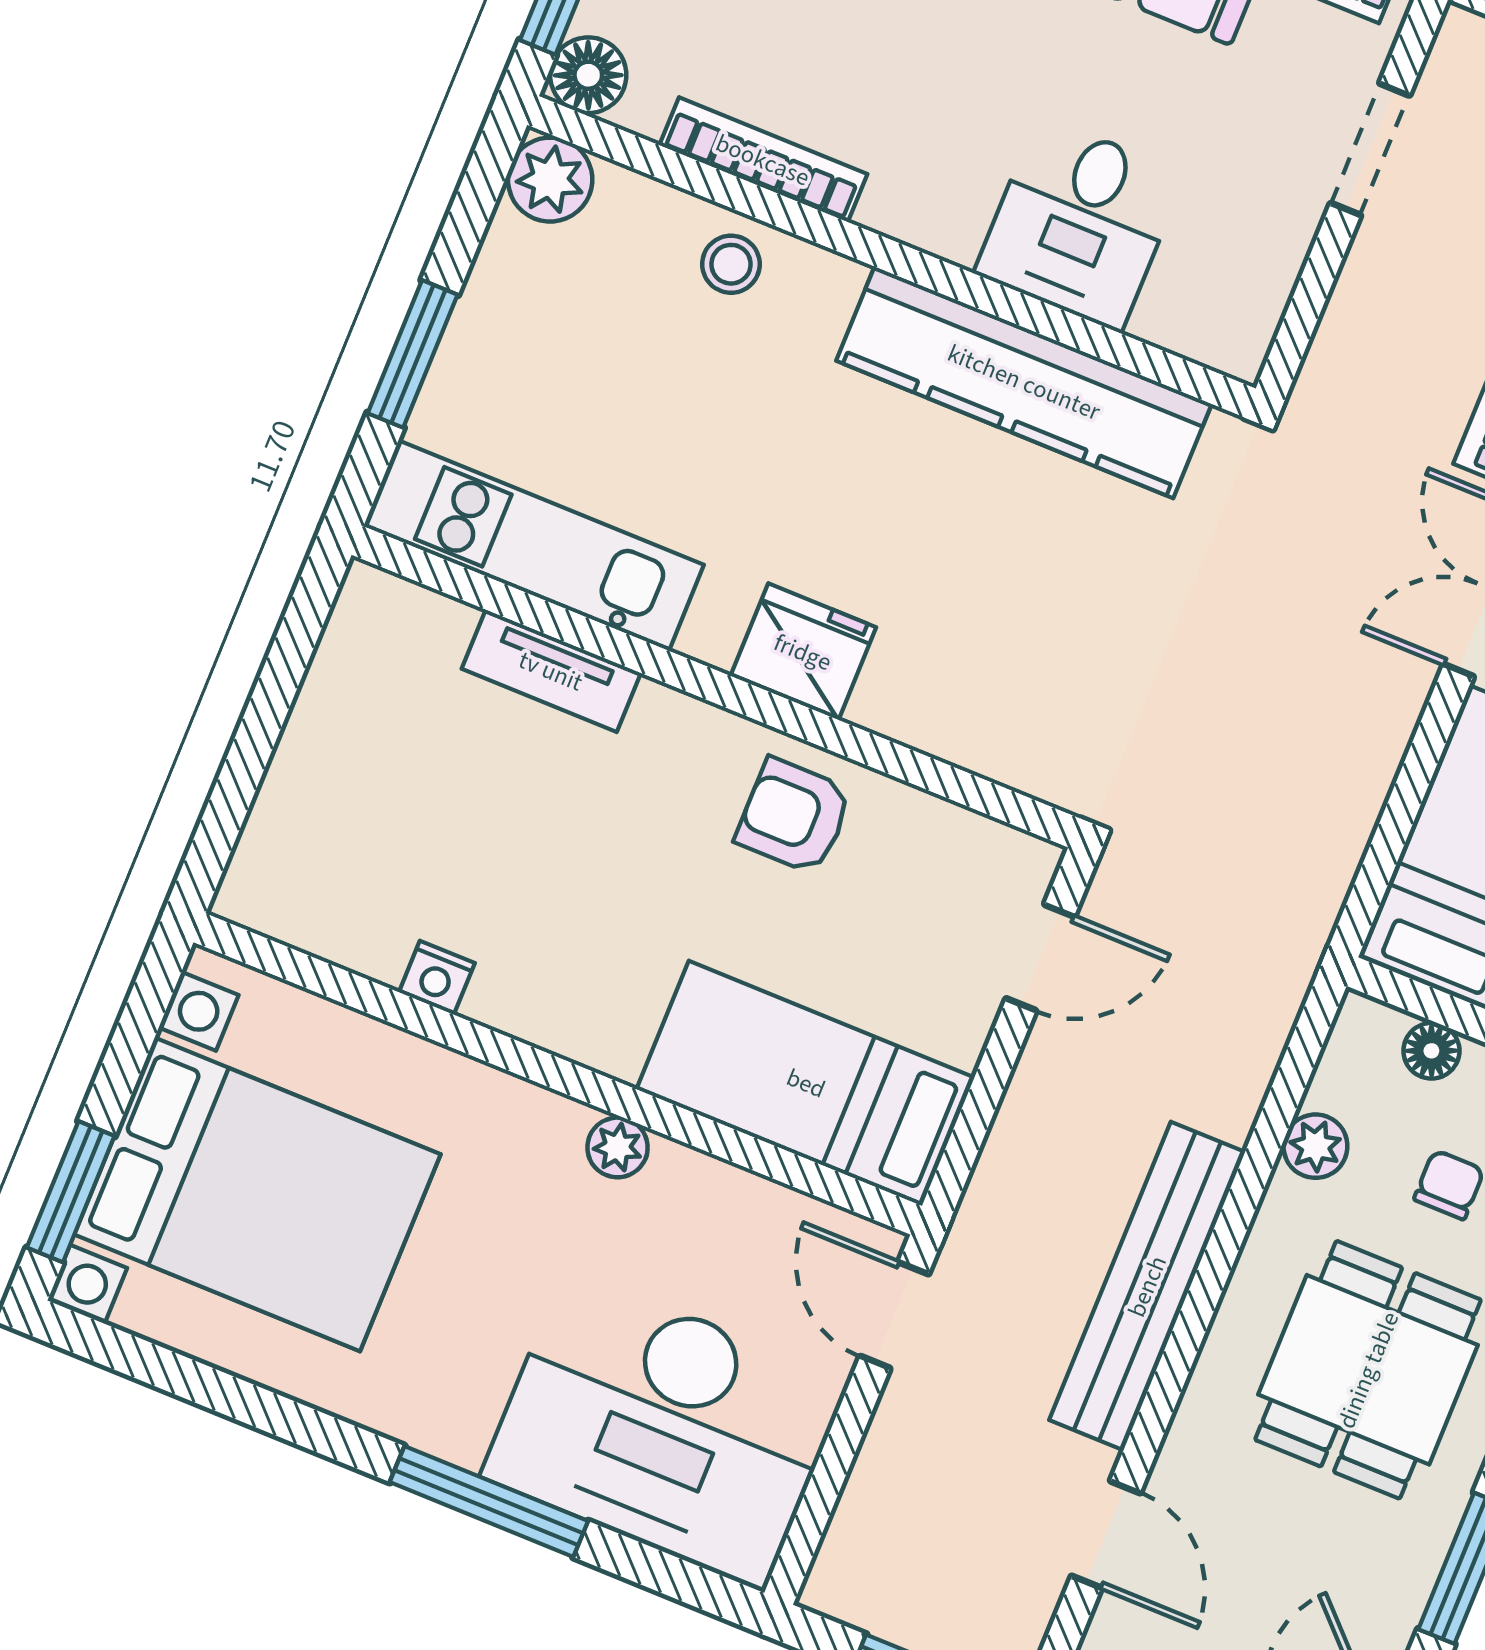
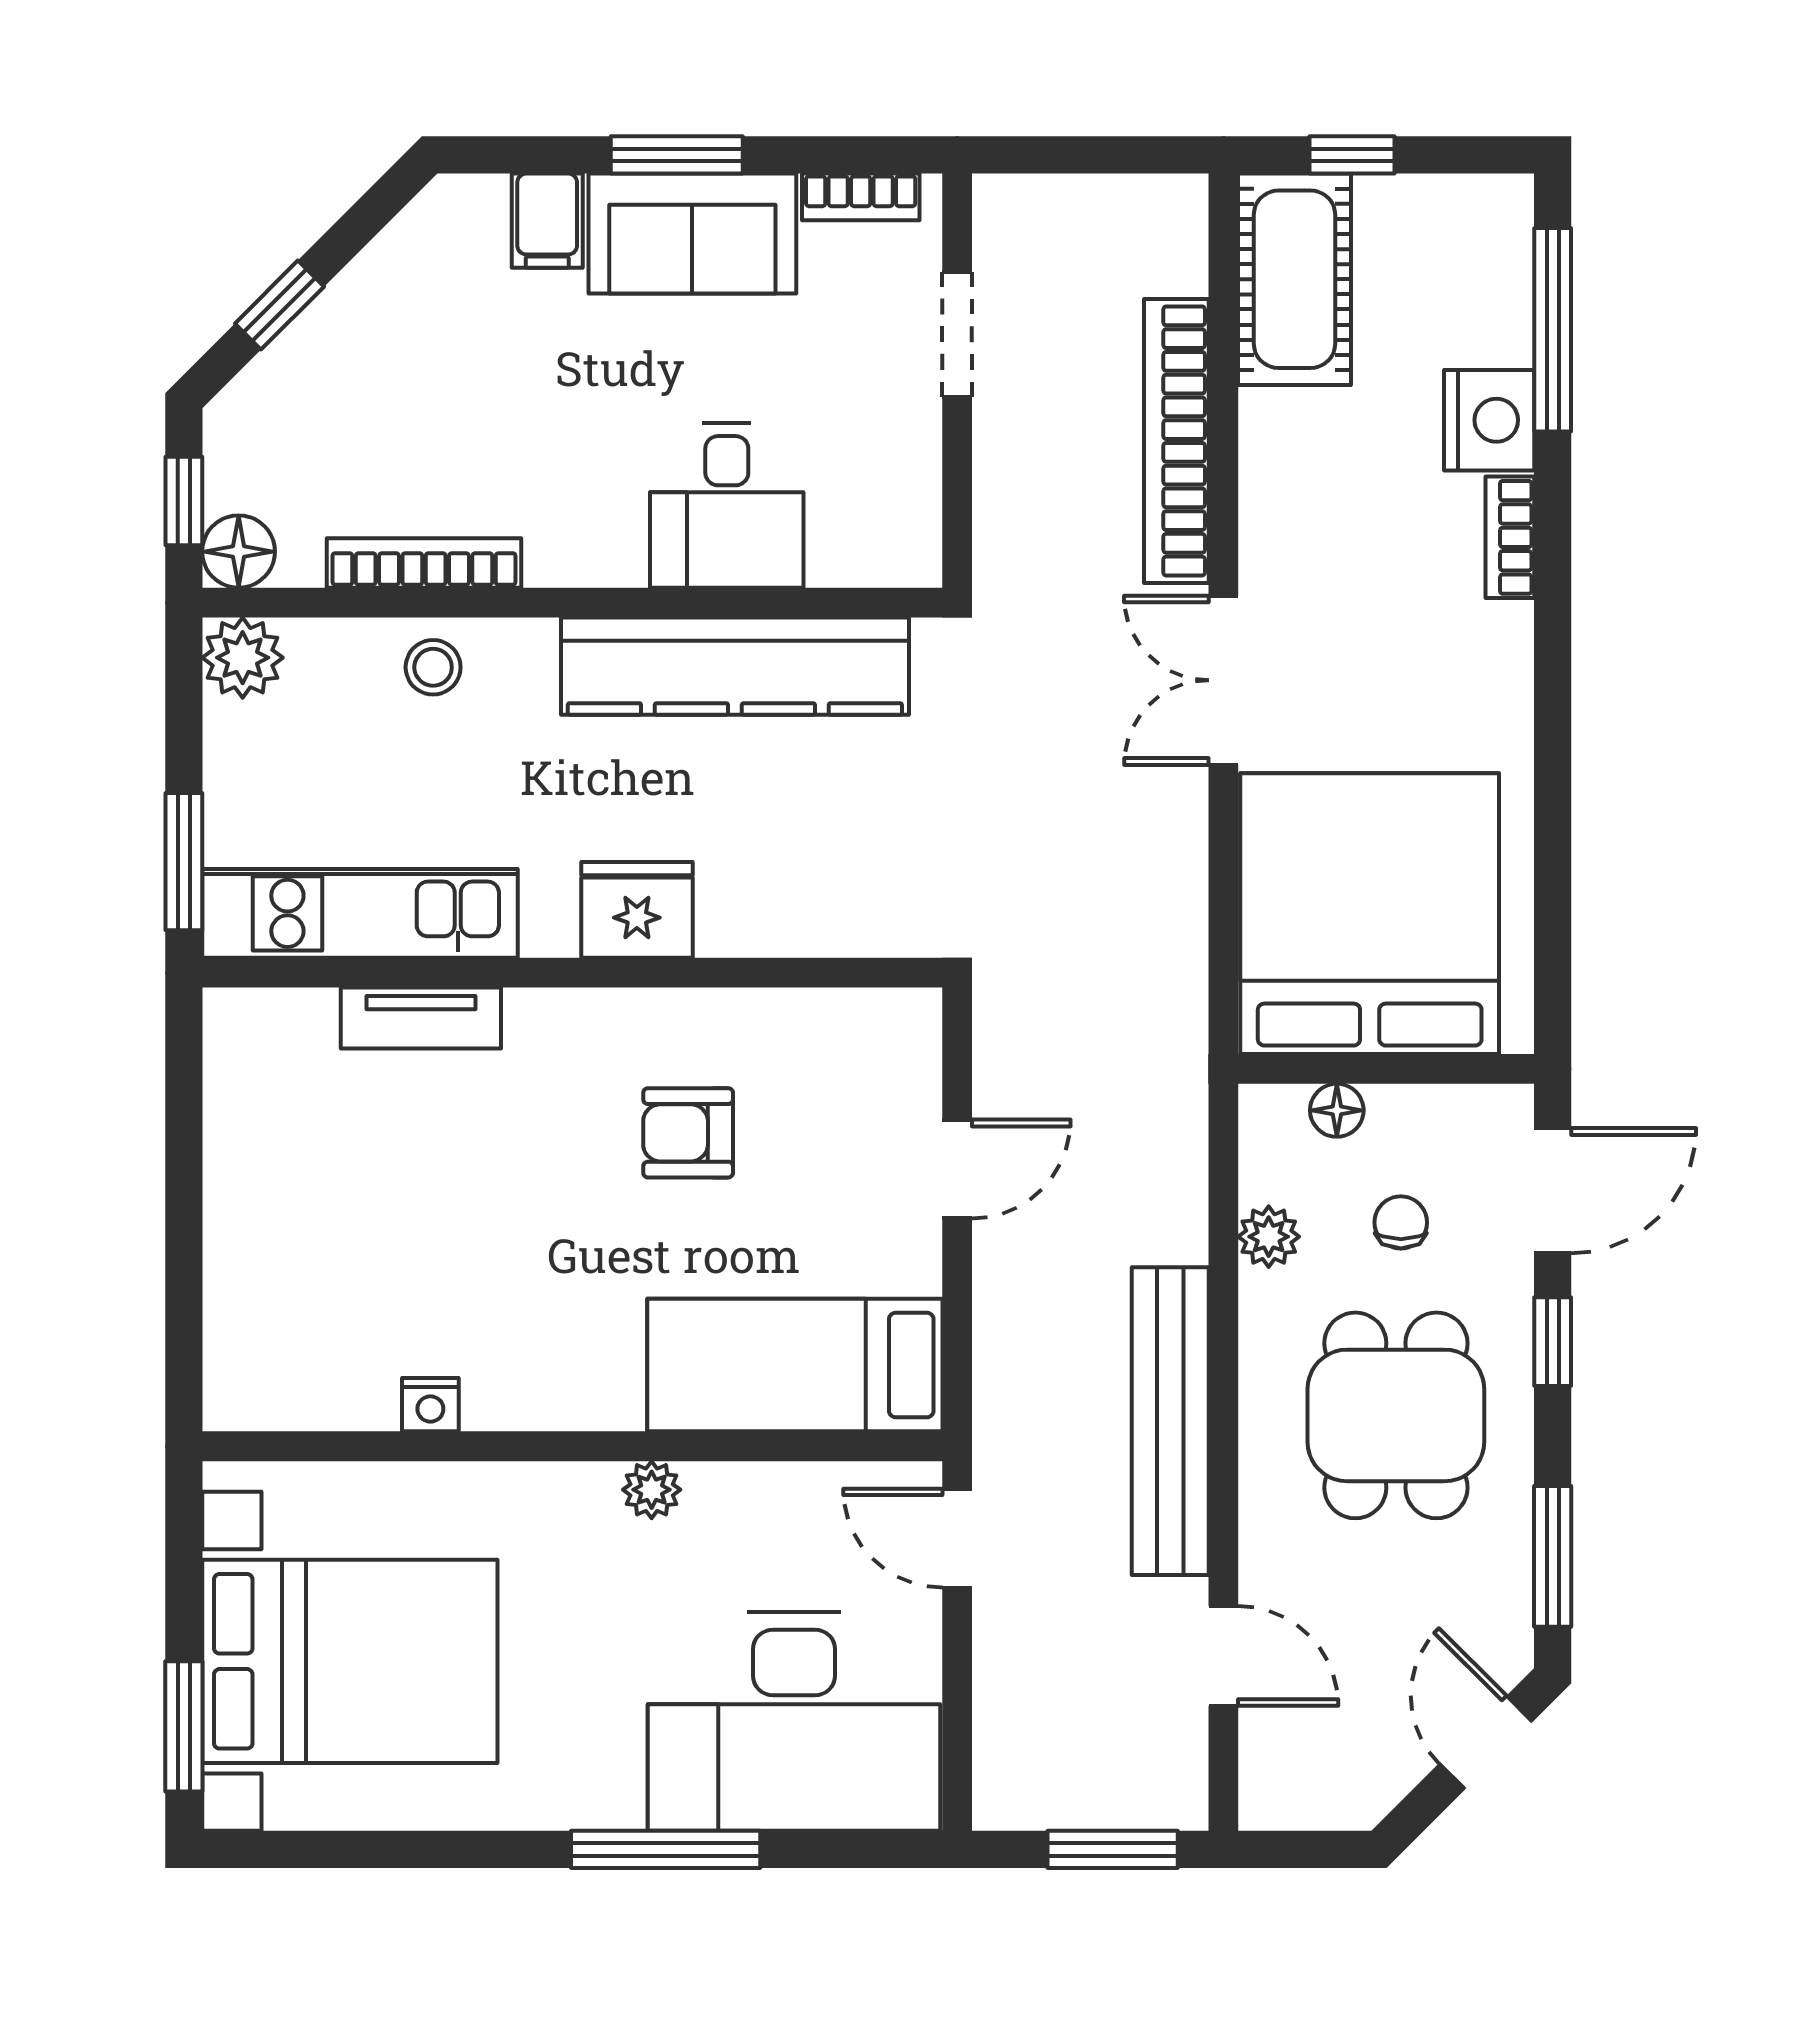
kitchen unit: (534, 545) -> (360, 913), moved
fridge: (803, 652) -> (637, 910), moved
tv unit: (551, 671) -> (421, 1018), moved
wall: (716, 687) -> (572, 973), moved

